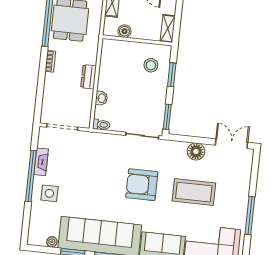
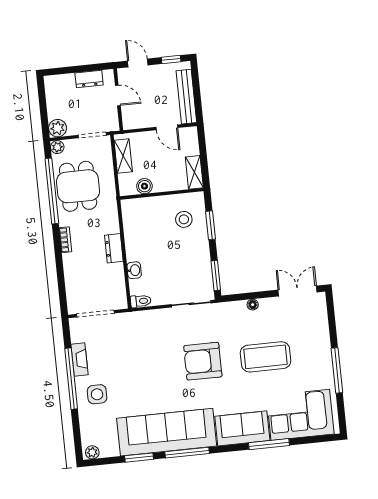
floor lamp: (196, 151) -> (253, 305), width x0.53, depth x0.53
plant: (52, 242) -> (92, 452), moved

